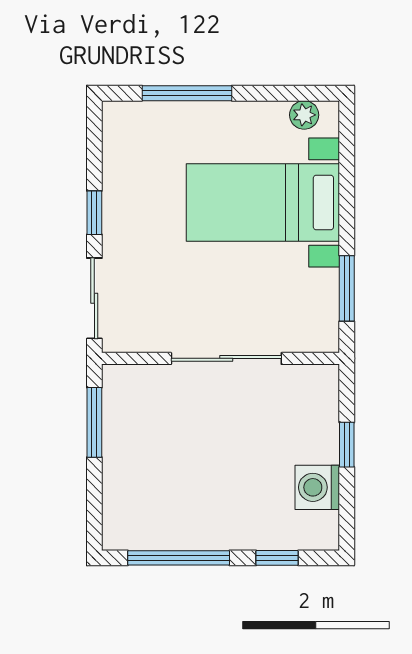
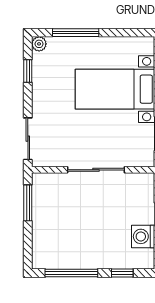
plant: (304, 115) -> (39, 44), moved
window: (94, 213) -> (28, 71), moved

